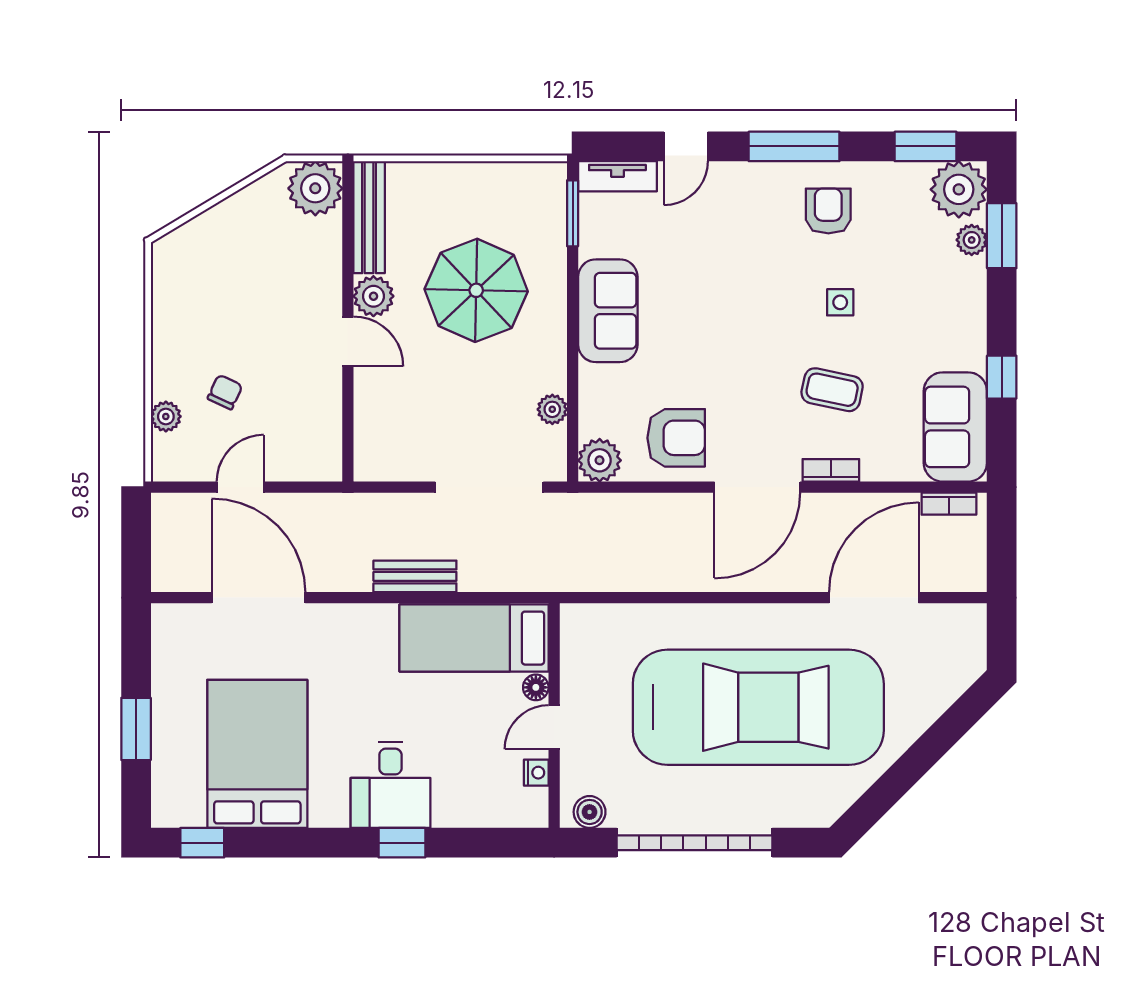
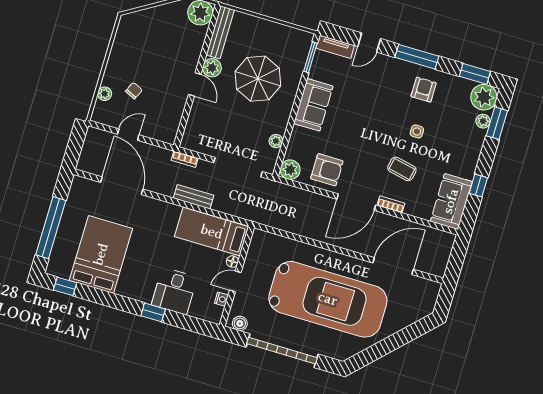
bookcase: (949, 504) -> (185, 159), moved
window: (136, 729) -> (51, 228), width x2.11
desk: (390, 785) -> (174, 291), moved

